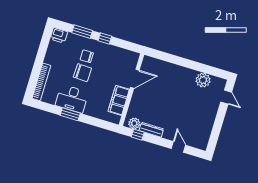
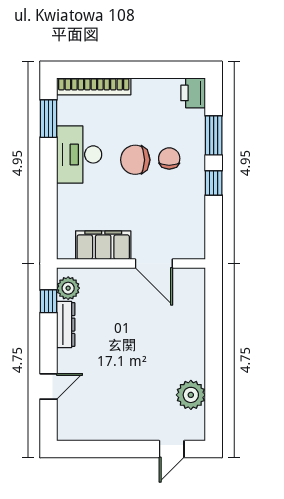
chair: (82, 73) -> (135, 160), turned 88
window: (70, 114) -> (48, 119), moved

